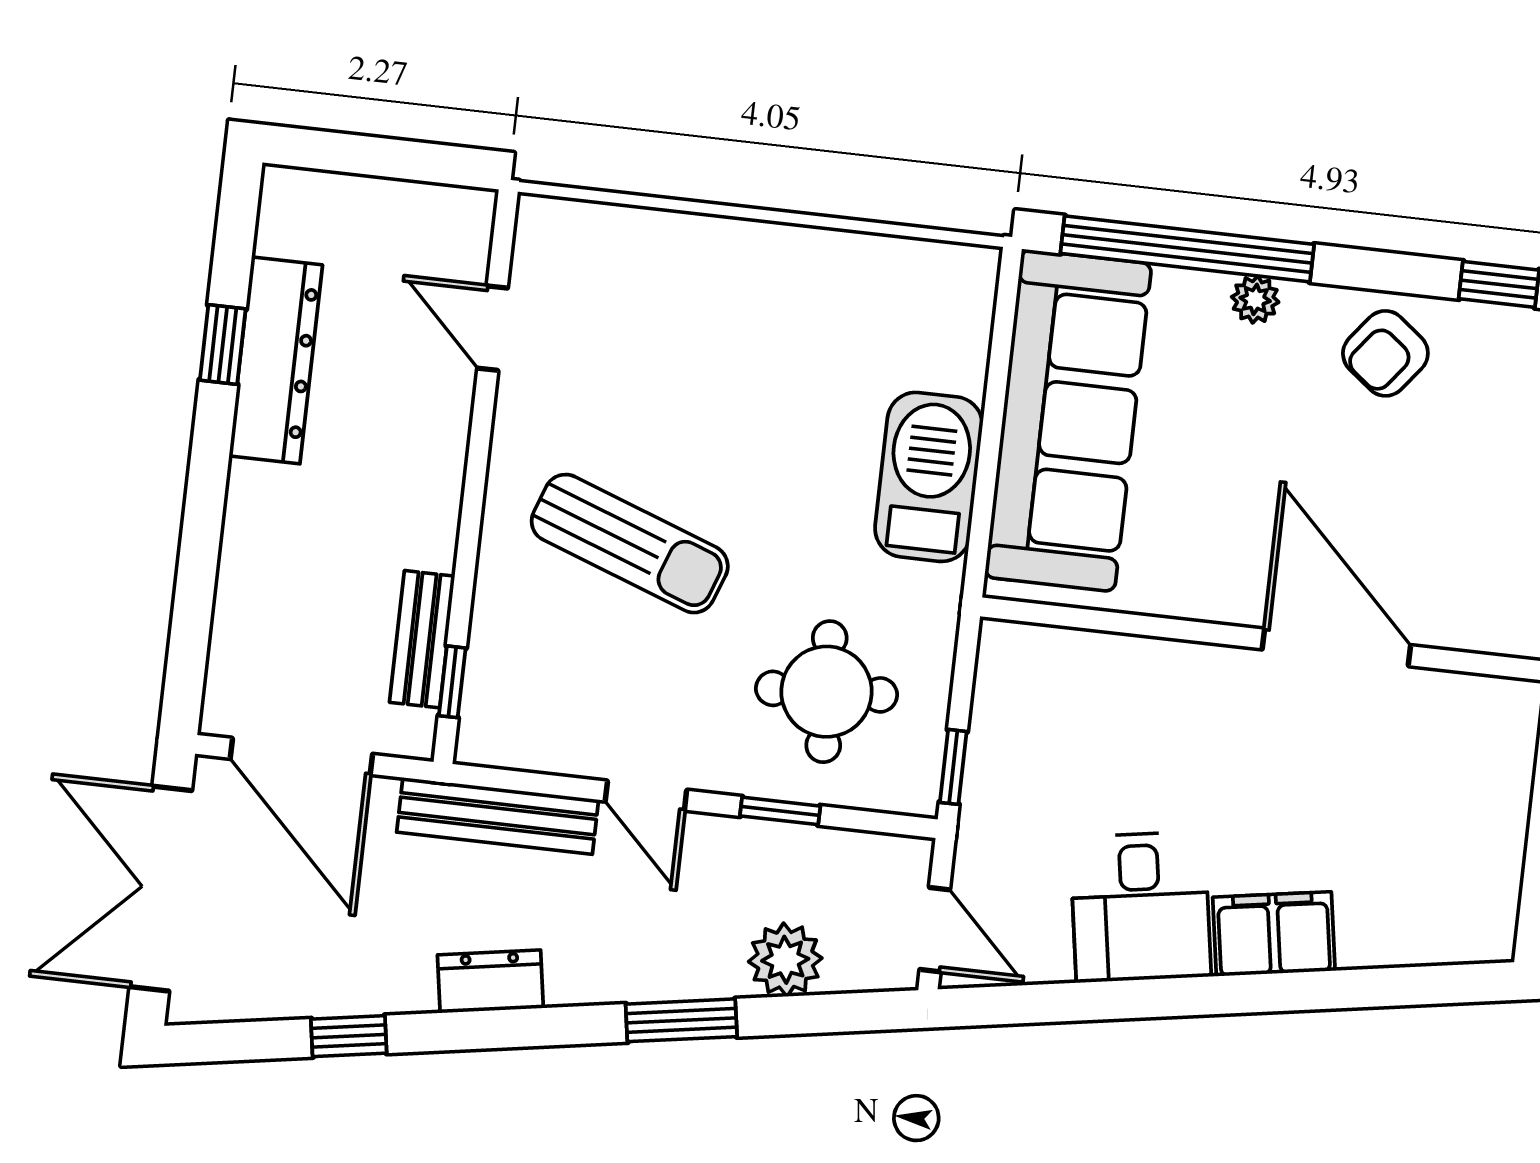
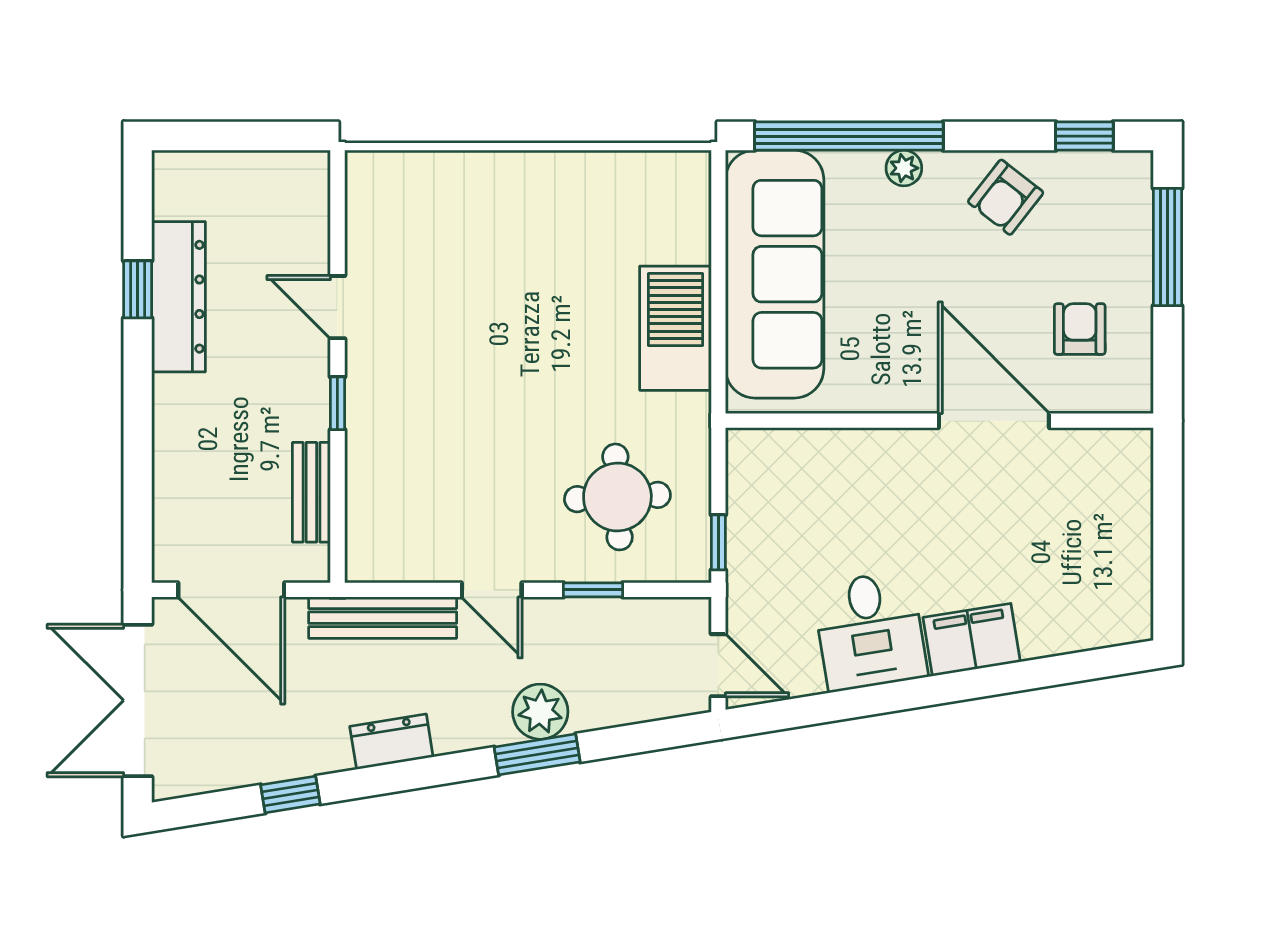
door: (493, 328) -> (337, 307), moved
armchair: (1464, 539) -> (1080, 329), added
sun lounger: (630, 544) -> (458, 403), removed
window: (452, 682) -> (337, 403), moved
plant: (785, 960) -> (540, 712), moved

